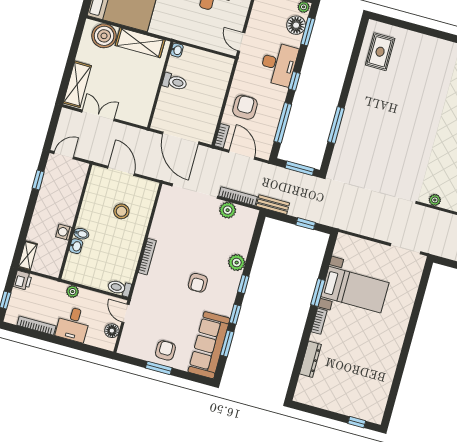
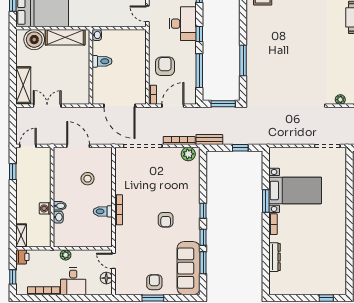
door: (242, 155) -> (173, 106), hinge flipped
plant: (228, 210) -> (188, 154), moved
plant: (237, 263) -> (193, 195), removed
toilet: (119, 288) -> (103, 211), moved

